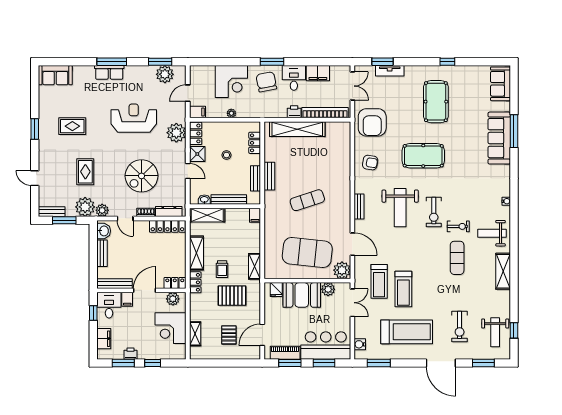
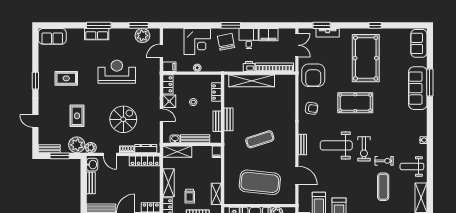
pool table: (436, 102) -> (366, 58), width x1.36, depth x1.32
plant: (176, 133) -> (152, 84), removed
spiral stairs: (142, 176) -> (123, 119), turned 180
weight bench: (400, 208) -> (336, 145), turned 90
plant: (342, 270) -> (288, 197), removed

